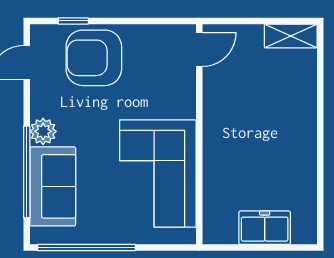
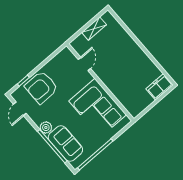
shelving: (291, 36) -> (94, 29), moved
door: (199, 50) -> (84, 64), moved
freezer: (265, 228) -> (159, 87), moved

